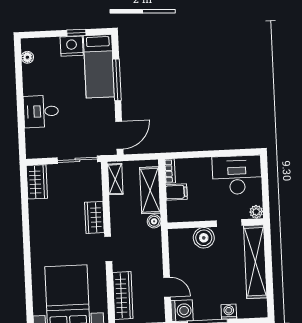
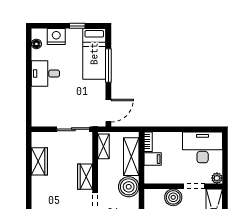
nightstand: (72, 46) -> (56, 37), moved
desk: (41, 111) -> (45, 74), moved
wardrobe: (37, 182) -> (39, 161), moved
boiler: (154, 221) -> (129, 187), width x1.86, depth x1.86

